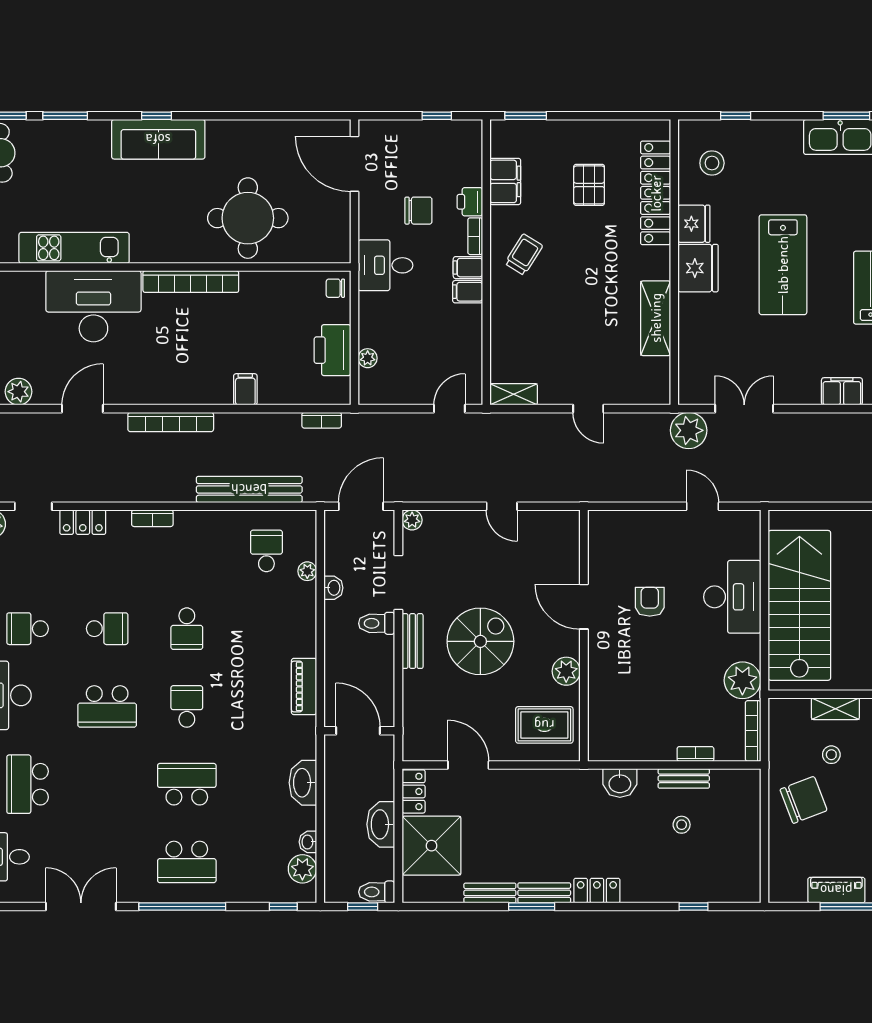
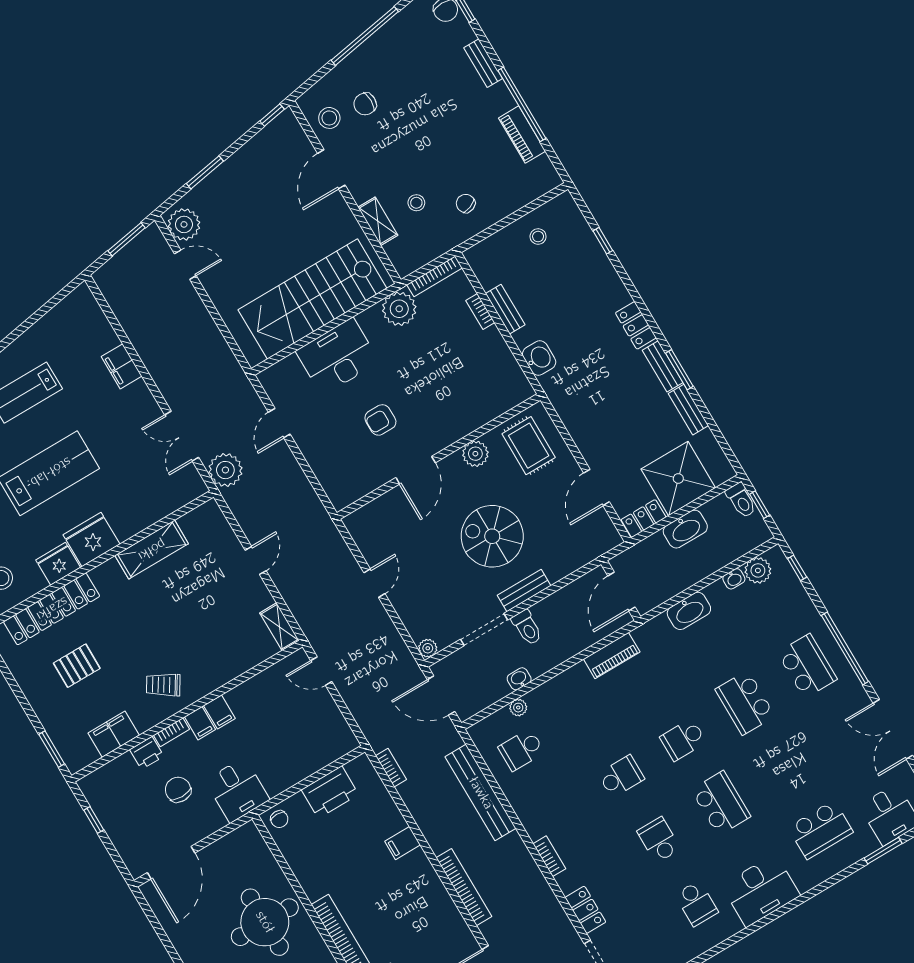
plant: (368, 358) -> (320, 760), removed
chair: (804, 800) -> (466, 203), width x0.54, depth x0.54
stool: (682, 825) -> (538, 237), moved

